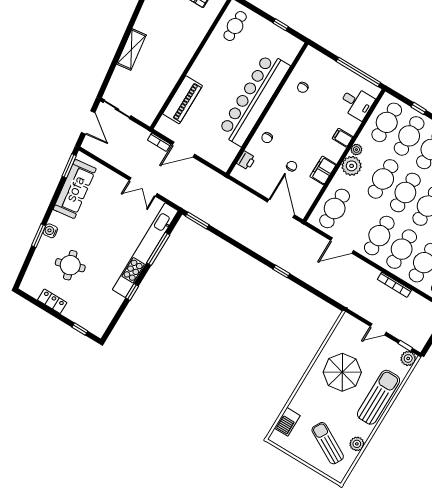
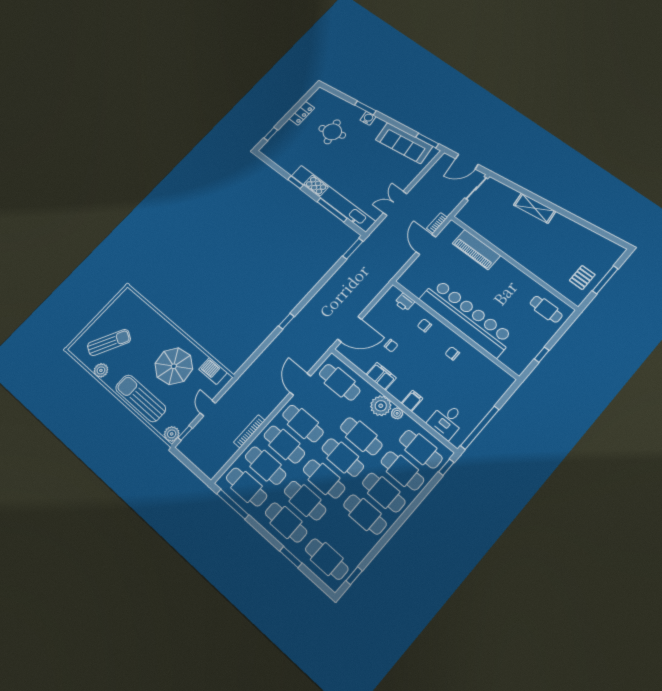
chair: (303, 87) -> (452, 353), moved
window: (419, 108) -> (446, 467), moved
sun lounger: (379, 397) -> (141, 398), turned 180
barbecue: (287, 422) -> (213, 371), moved

